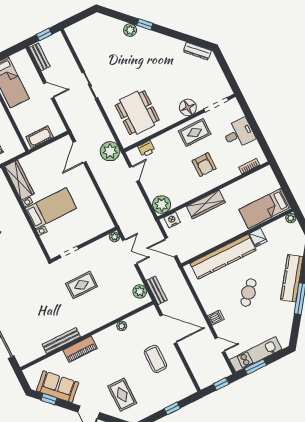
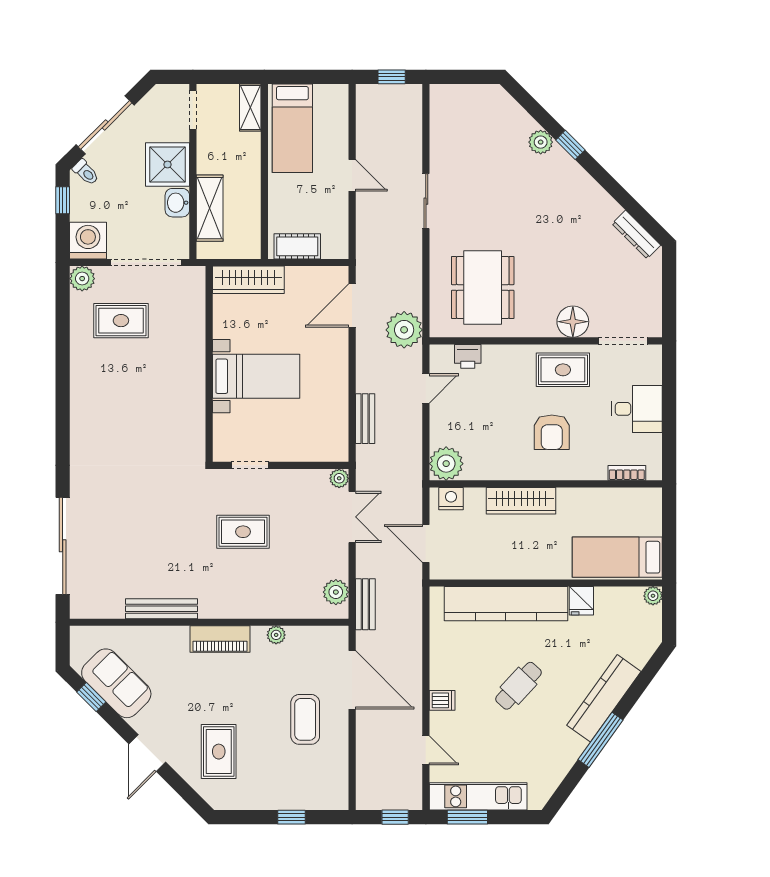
bench: (40, 57) -> (365, 419), moved
wardrobe: (19, 180) -> (248, 280), moved, turned 90
piano: (80, 349) -> (220, 639), moved

